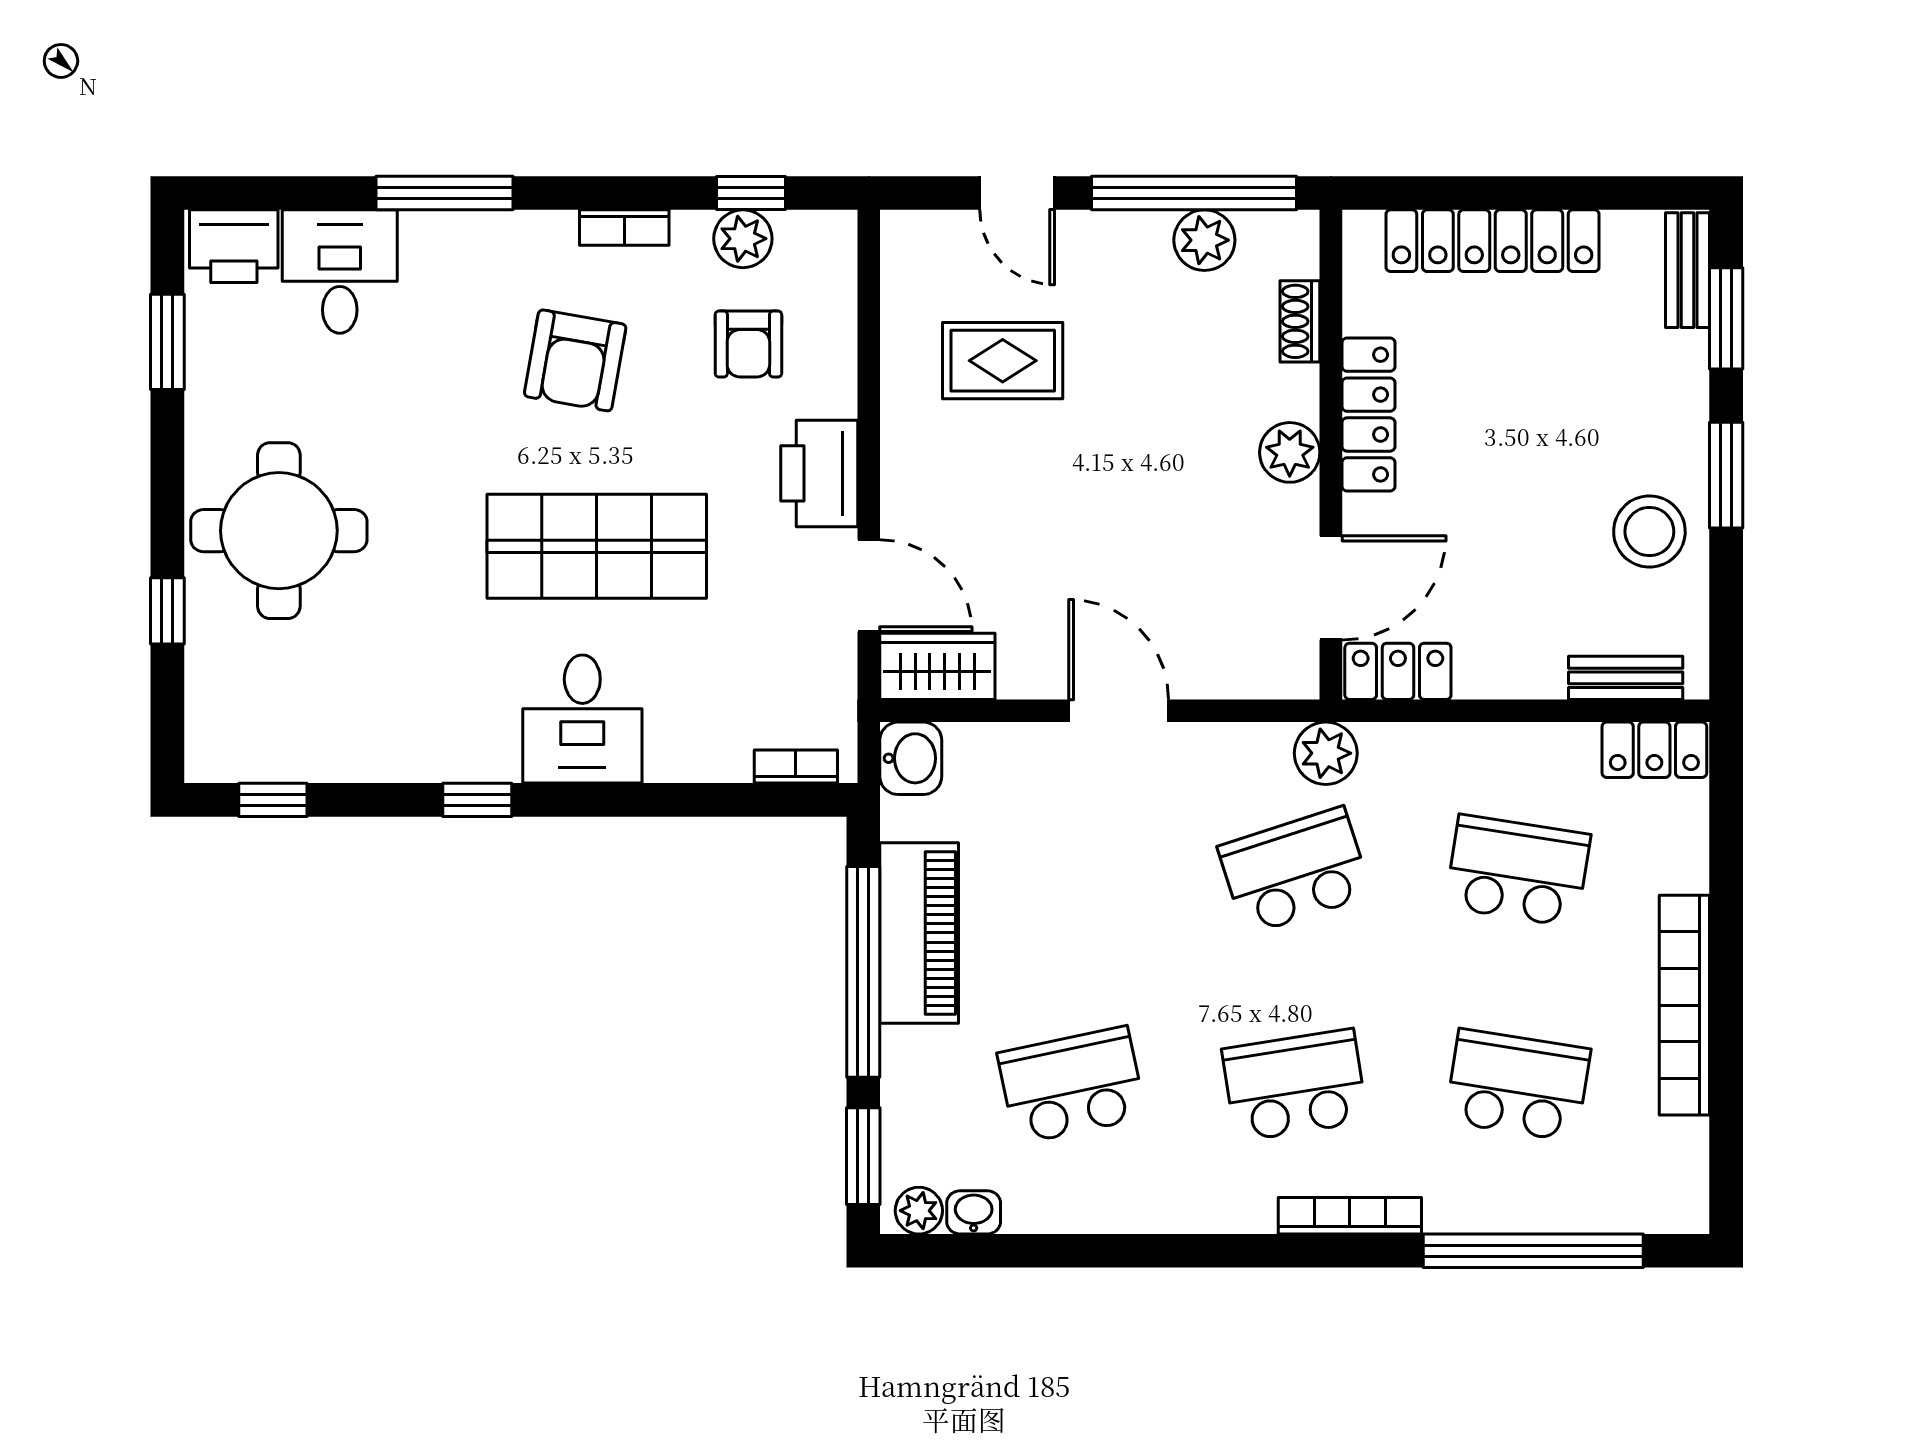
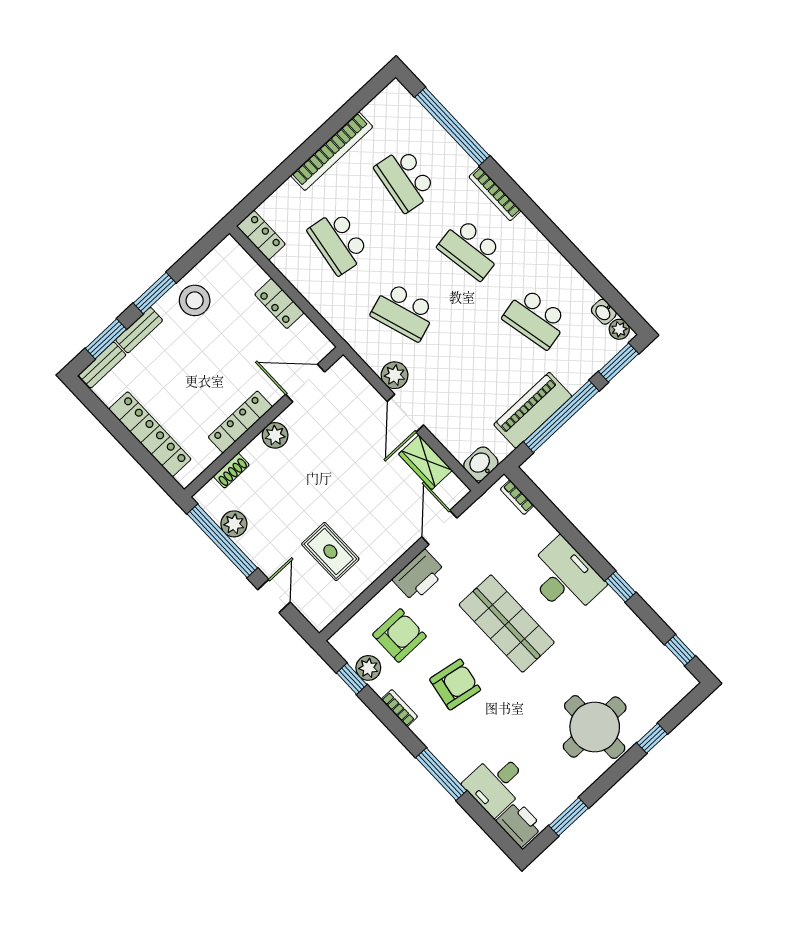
armchair: (748, 344) -> (399, 635), width x1.38, depth x1.38
wardrobe: (937, 666) -> (425, 462), moved
locker: (1398, 671) -> (279, 303), moved
bench: (1626, 678) -> (139, 330), moved, turned 90
desk: (582, 719) -> (565, 578), width x1.37
plant: (1326, 753) -> (395, 375), moved

